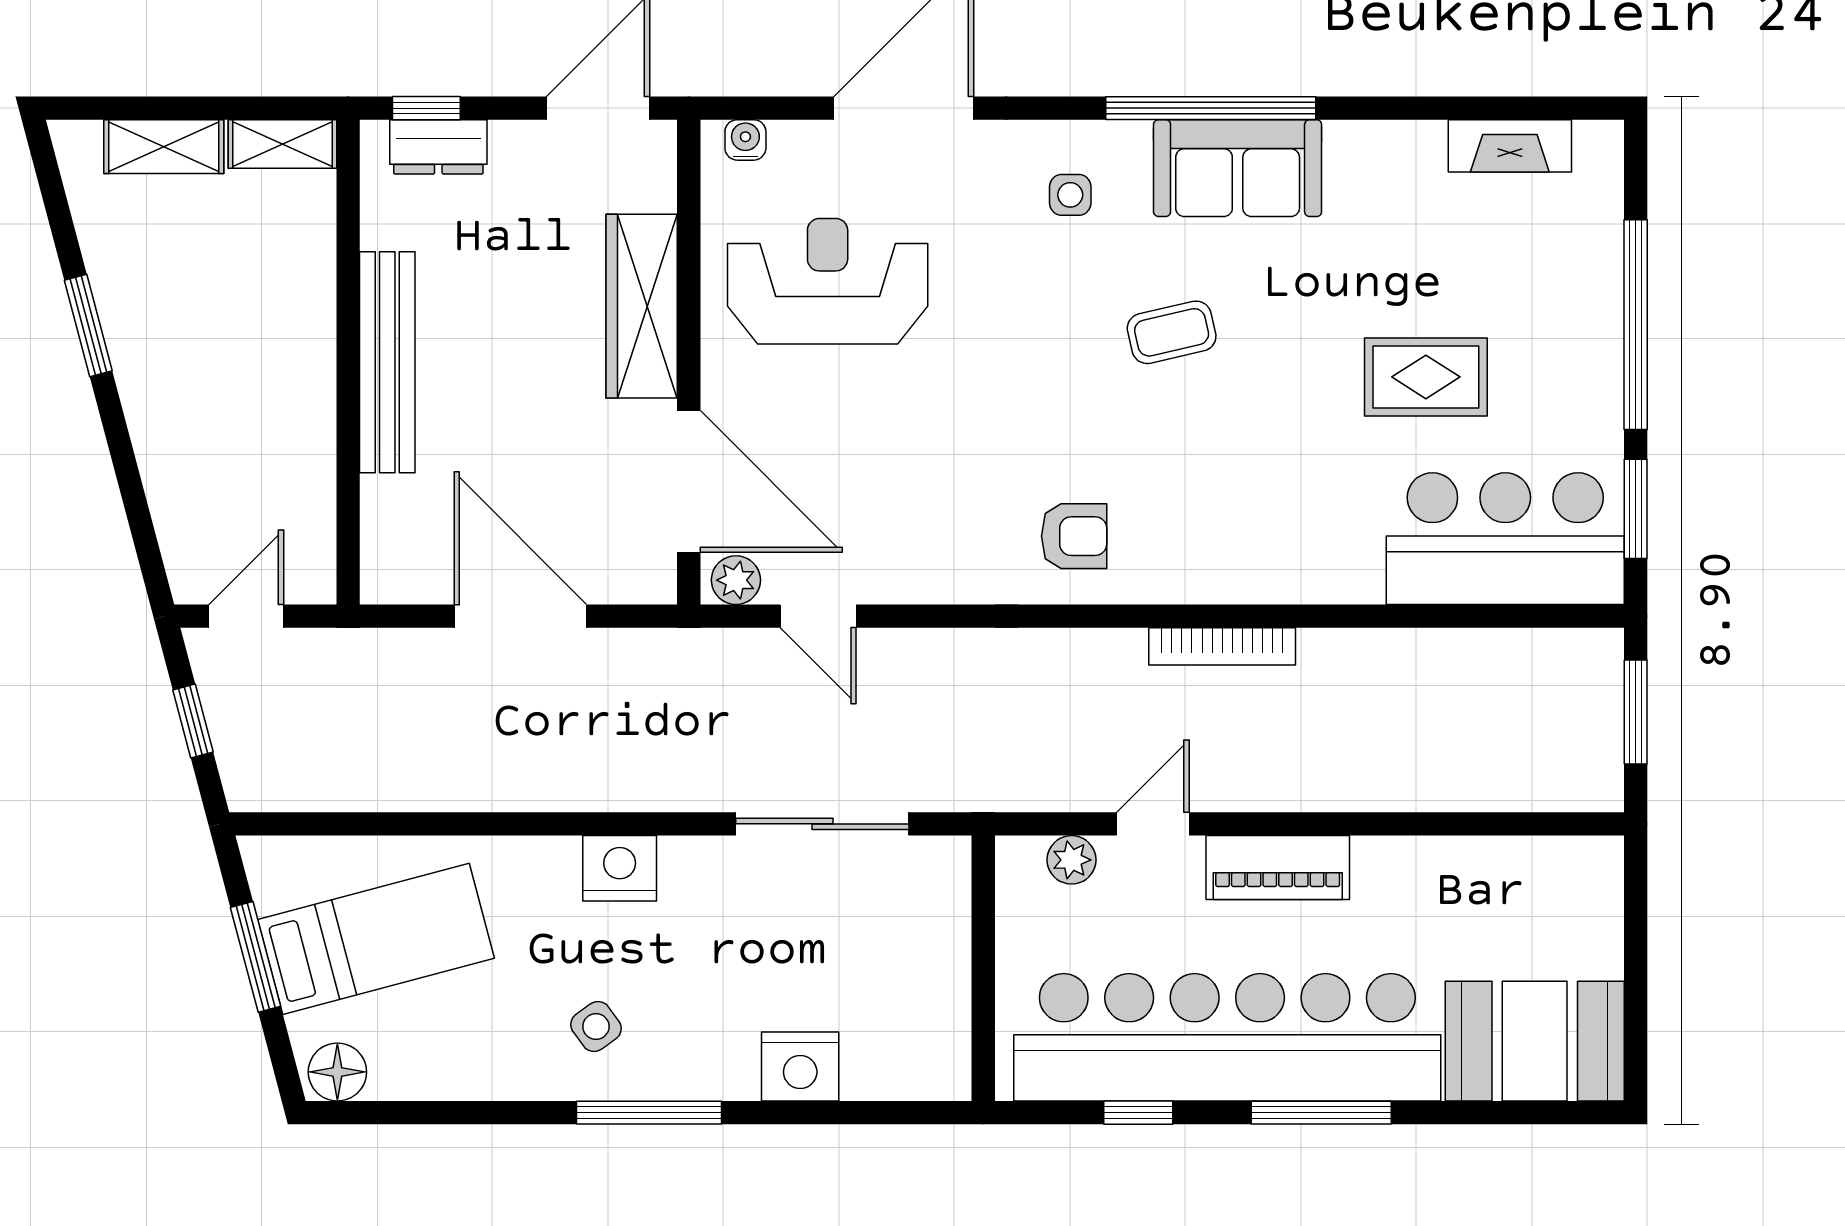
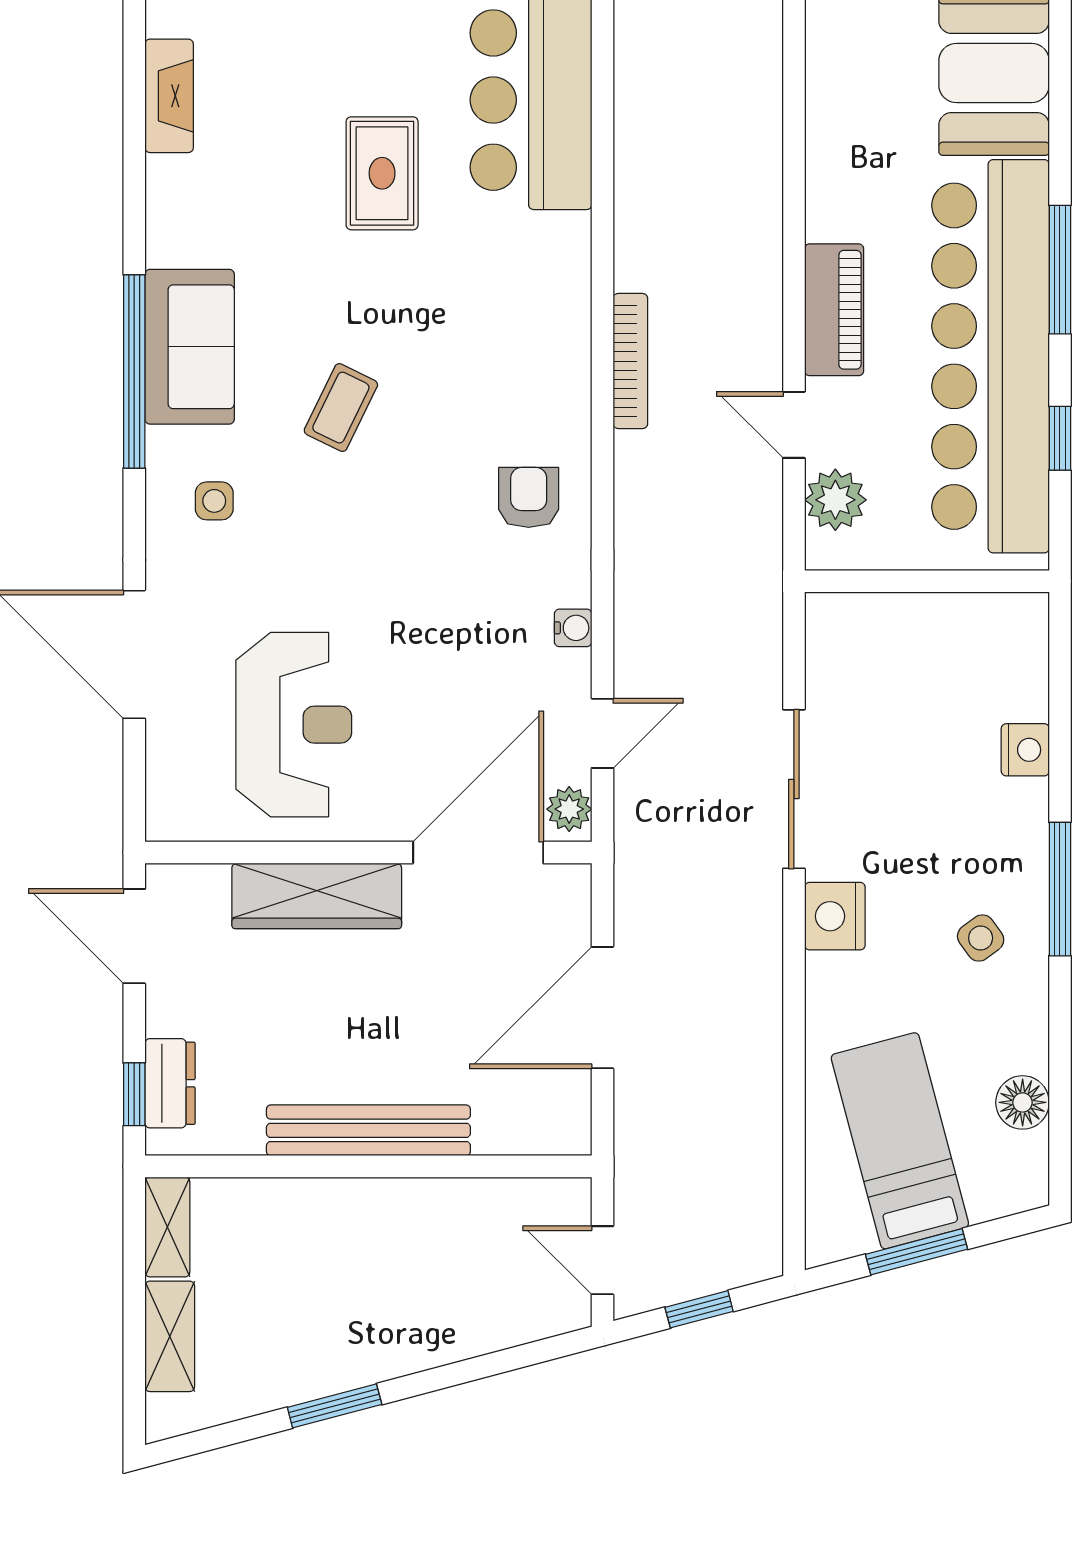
water cooler: (745, 140) -> (573, 628), moved, turned 180
reception desk: (828, 281) -> (294, 725), turned 180
coffee table: (1172, 332) -> (341, 408), turned 39
sliding door: (822, 824) -> (794, 789), moved
plant: (1072, 860) -> (835, 500), width x1.38, depth x1.38
nightstand: (800, 1066) -> (1025, 750), width x0.74, depth x0.75
floor lamp: (337, 1072) -> (1023, 1102), moved

